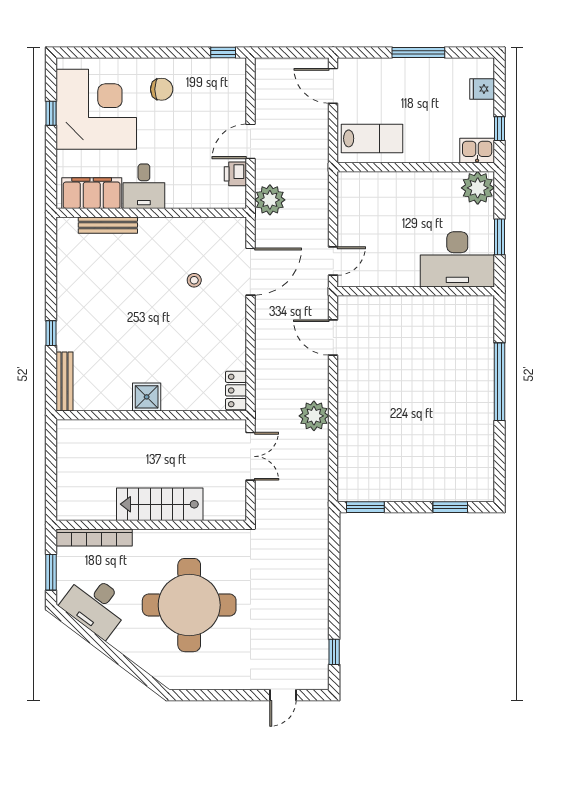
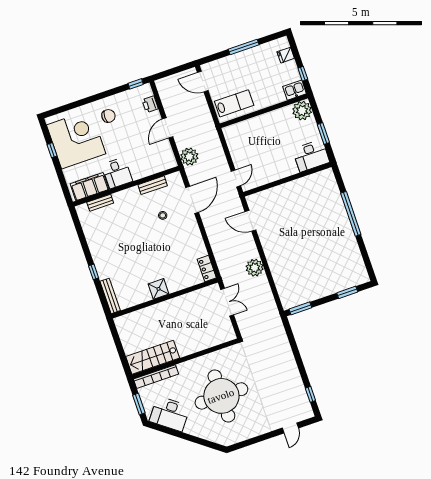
printer: (235, 174) -> (150, 104), moved
bench: (108, 225) -> (100, 203), width x0.73
bench: (195, 226) -> (153, 185), added
desk: (457, 259) -> (311, 156), width x0.73, depth x0.77
stairs: (160, 504) -> (153, 357), moved

